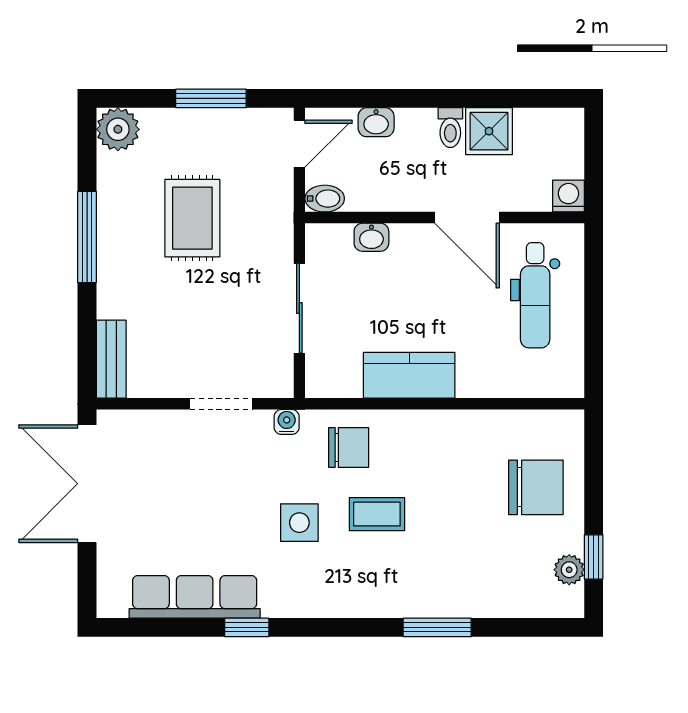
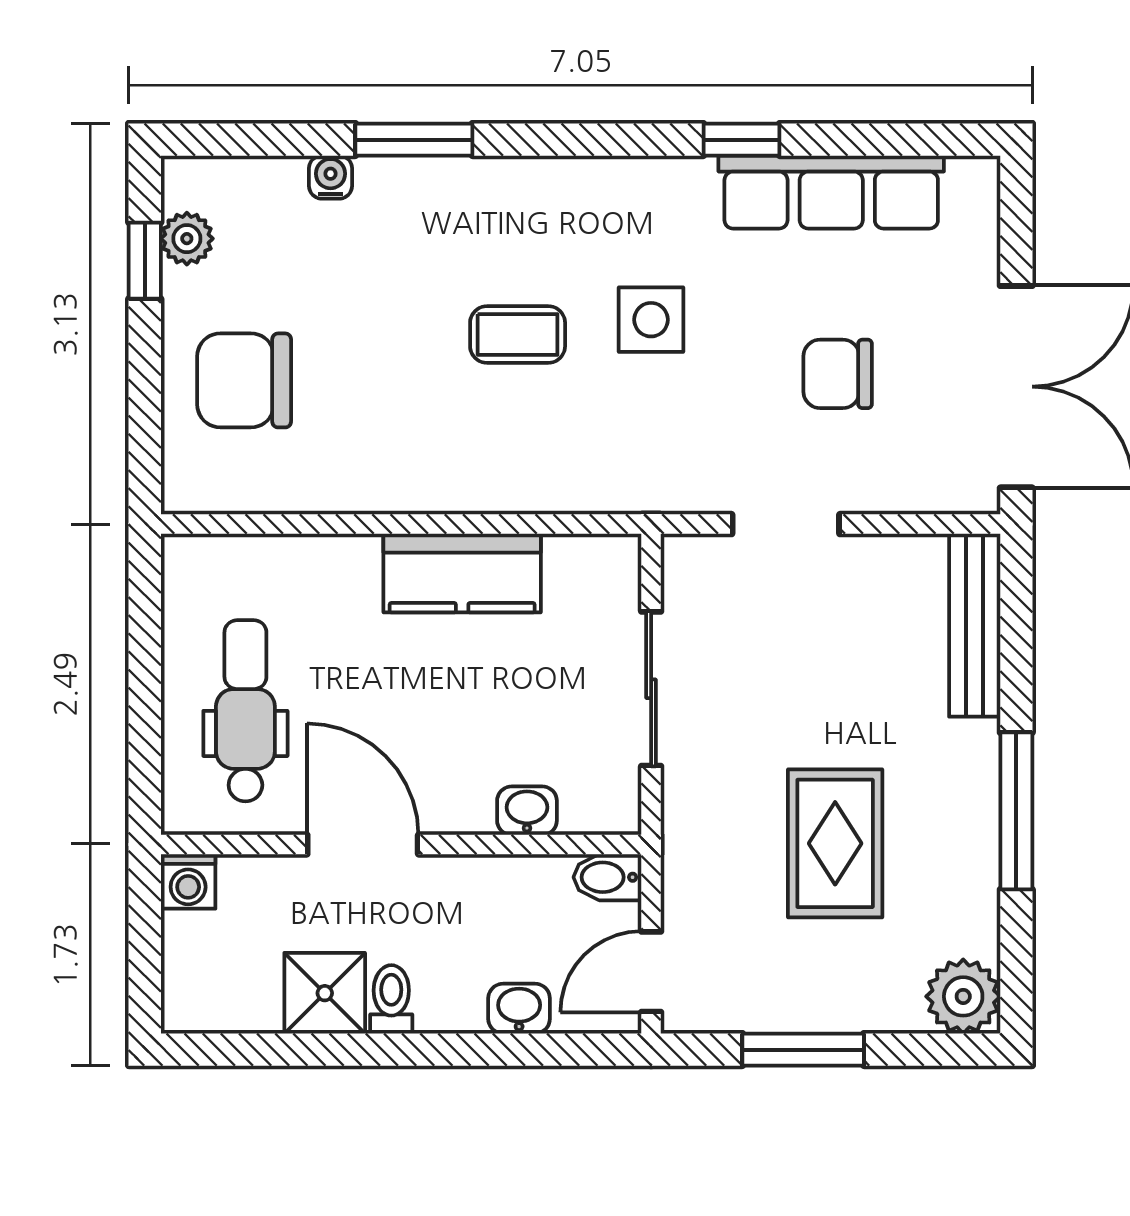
bench: (111, 359) -> (975, 625), width x1.36
water cooler: (287, 422) -> (331, 177), moved, turned 180
chair: (349, 447) -> (838, 374), moved

